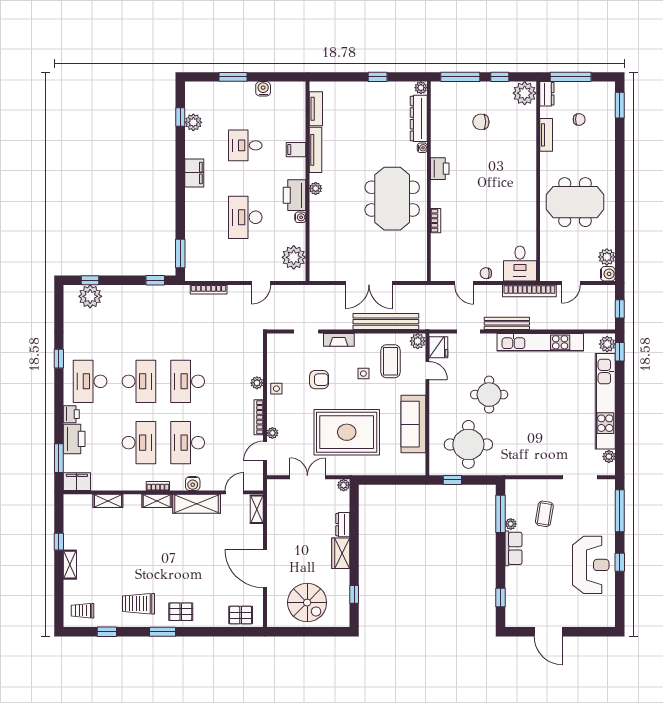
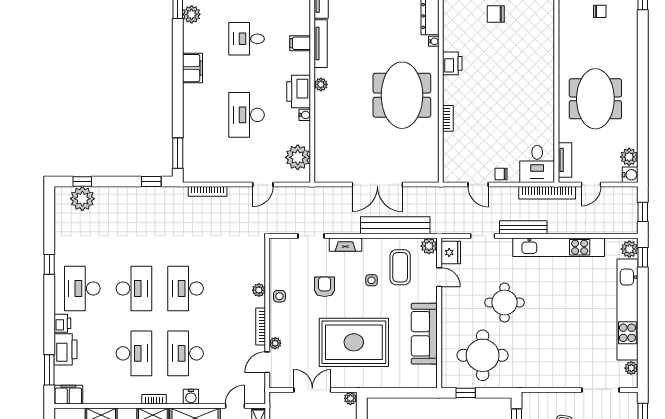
tv unit: (546, 135) -> (565, 160), moved
meeting table: (575, 202) -> (595, 99), turned 90
armchair: (319, 380) -> (325, 287), turned -90

